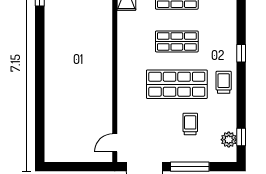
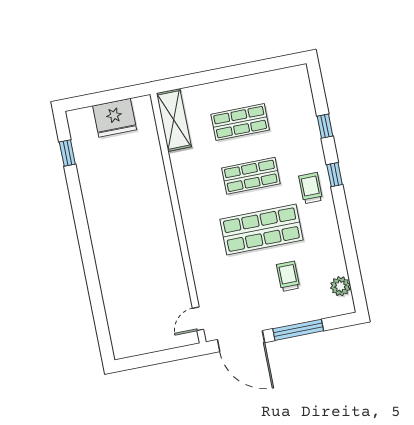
trolley: (224, 82) -> (311, 188), moved
window: (241, 137) -> (325, 126), moved

